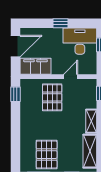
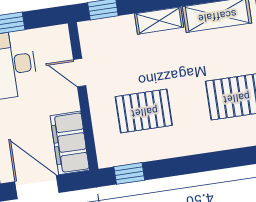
pallet: (52, 97) -> (144, 111), moved

